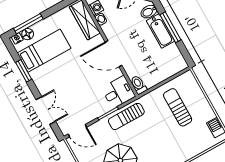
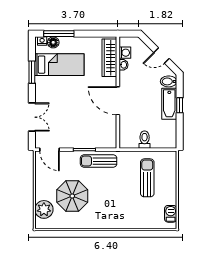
window: (170, 27) -> (180, 105), width x0.46
toilet: (139, 85) -> (145, 140), moved
desk: (118, 92) -> (103, 136), removed

